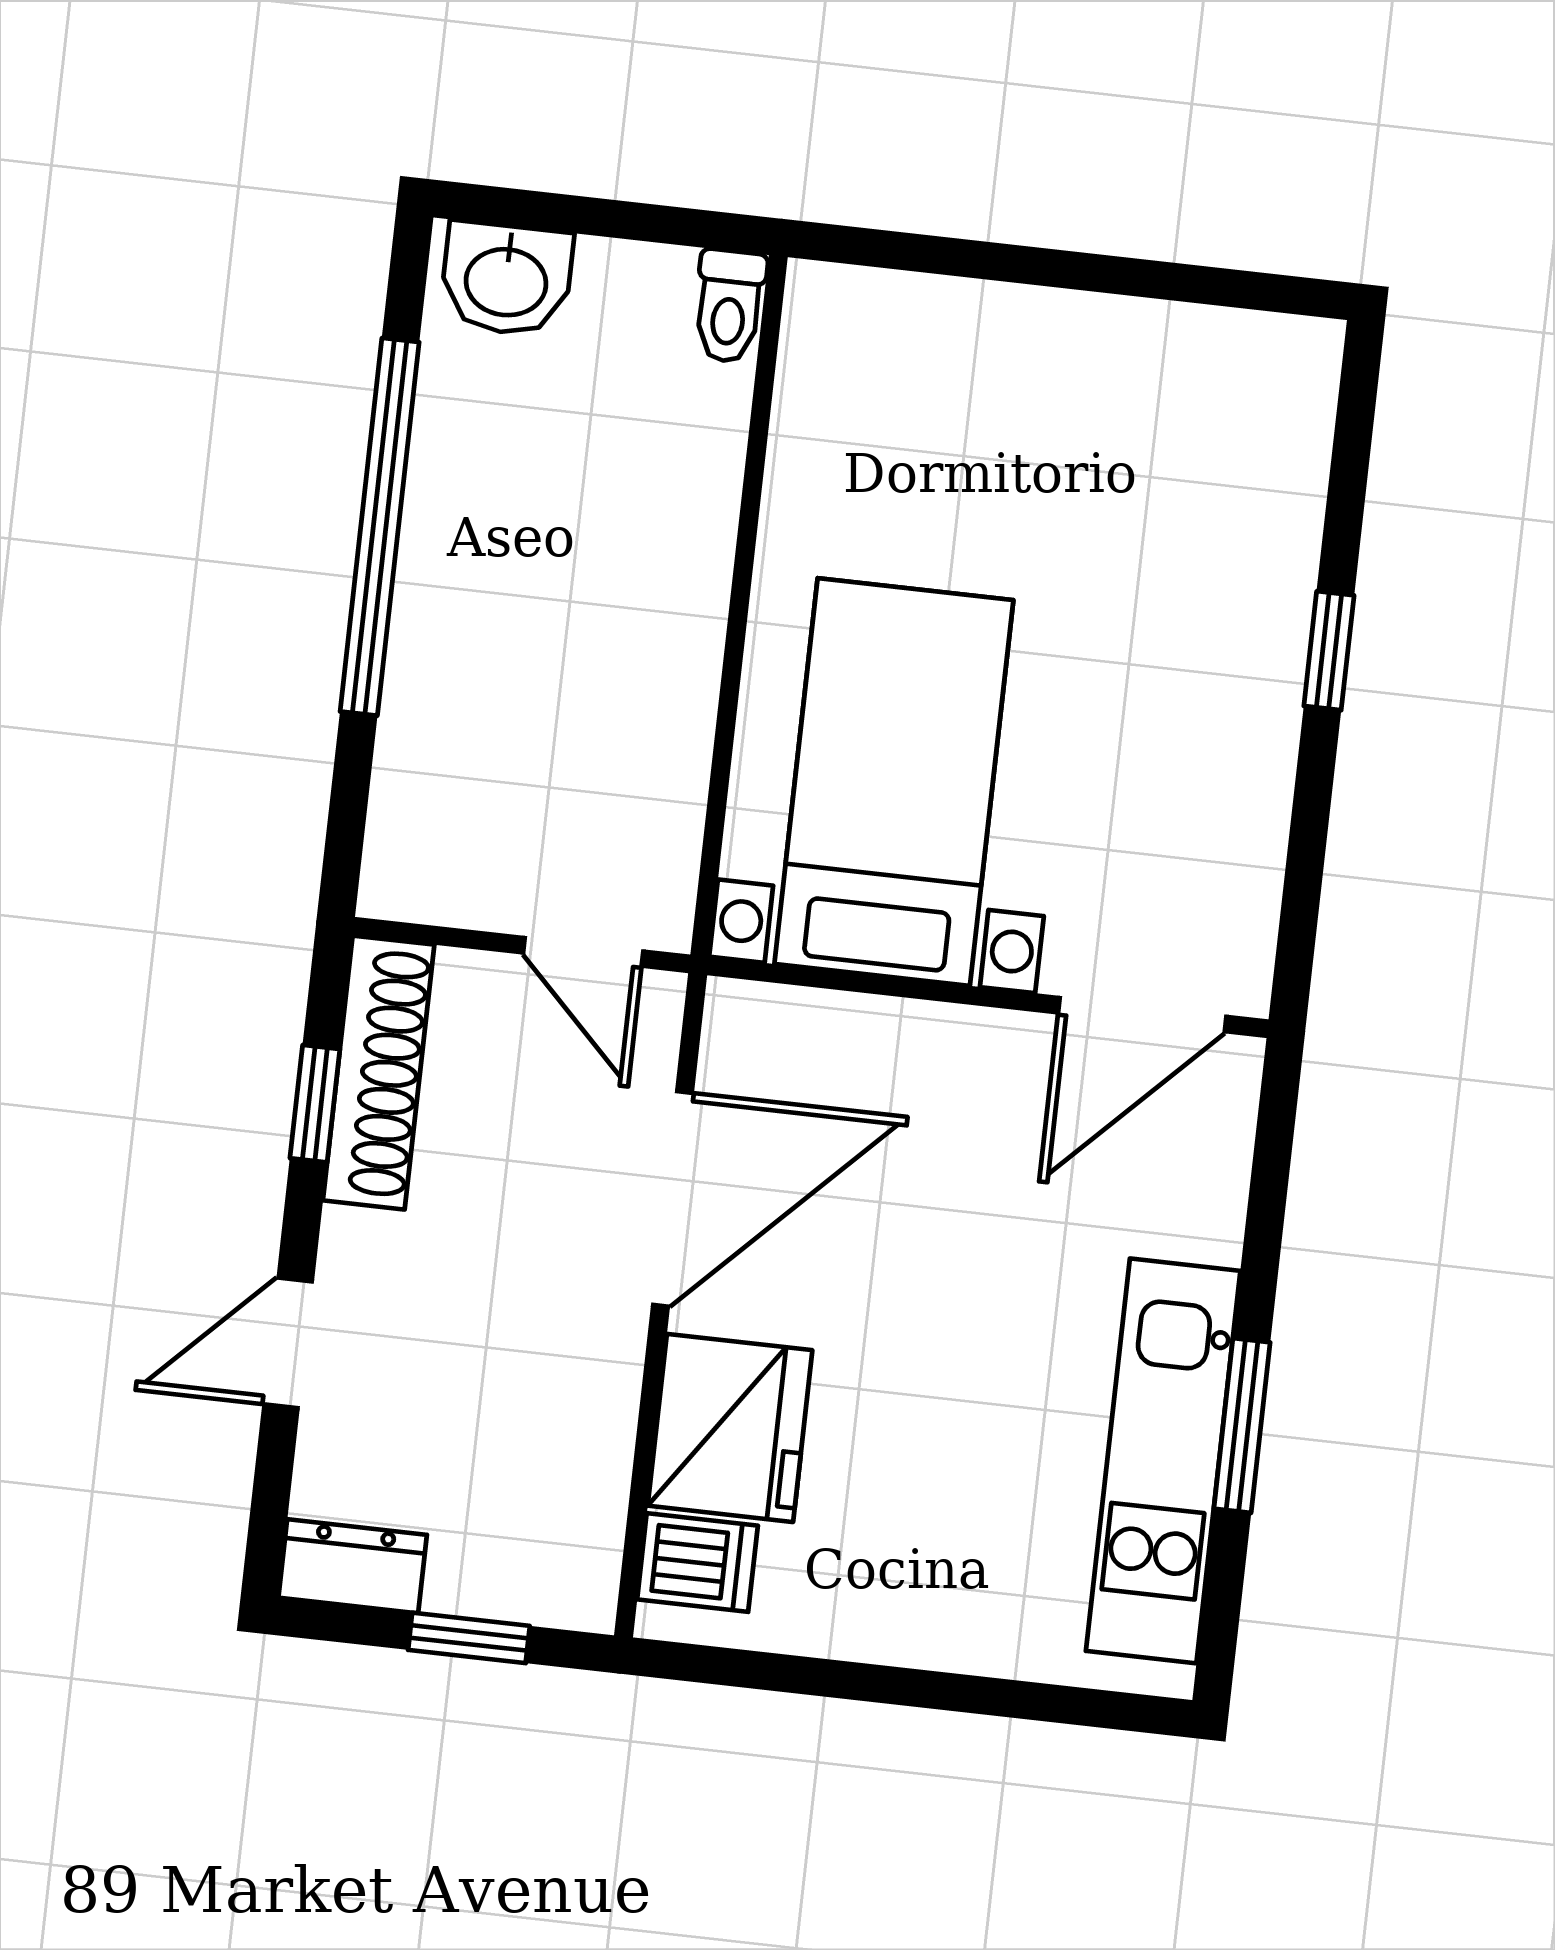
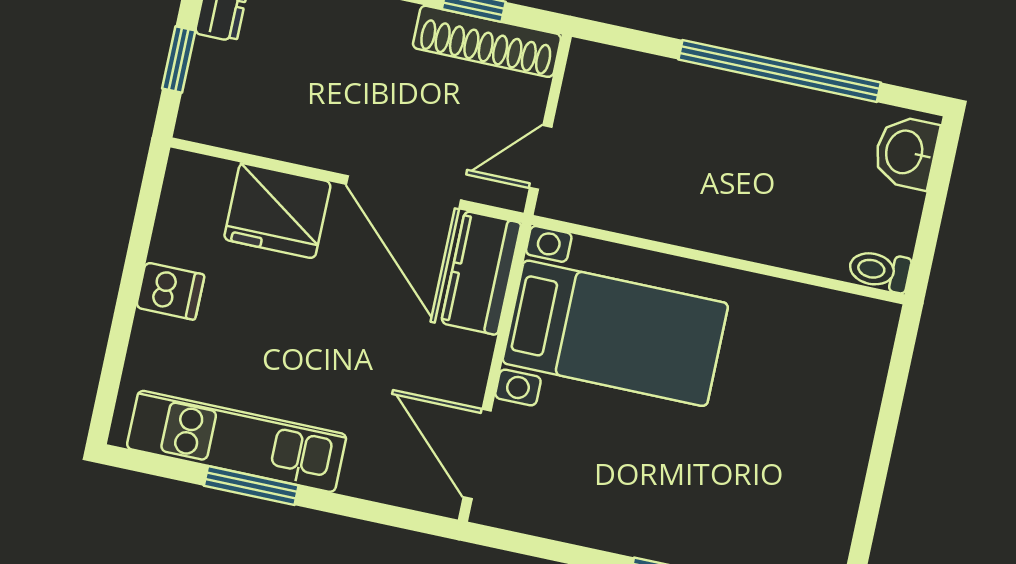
kitchen counter: (807, 1040) -> (481, 273), added
dishwasher: (697, 1563) -> (170, 291), moved, turned -90

